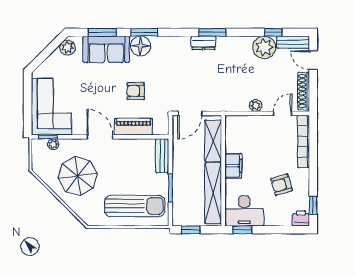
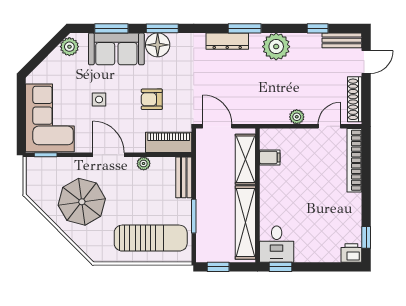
dresser: (203, 43) -> (227, 41), width x1.44
plant: (264, 47) -> (276, 47), moved
door: (313, 60) -> (366, 62), swing flipped
side table: (92, 91) -> (99, 99), added
door: (190, 113) -> (217, 126), swing flipped
piano: (133, 127) -> (169, 142), moved
plant: (53, 144) -> (144, 164), moved
filing cabinet: (233, 166) -> (270, 157), moved, width x0.50
armchair: (282, 184) -> (328, 212), removed
desk: (244, 211) -> (277, 244), width x0.73

